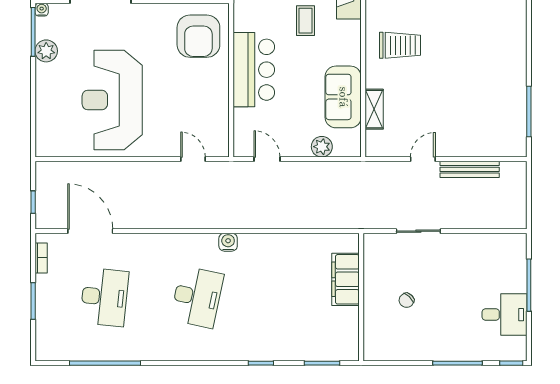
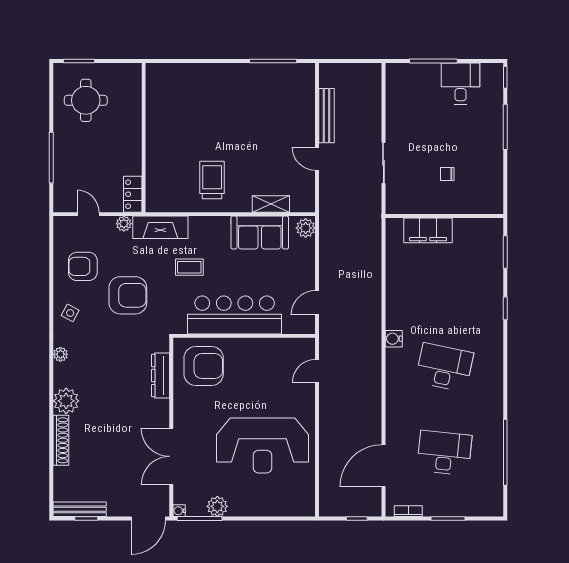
bar counter: (254, 70) -> (235, 315), width x1.36
plant: (322, 147) -> (306, 228), moved
chair: (406, 300) -> (447, 174), turned 136

